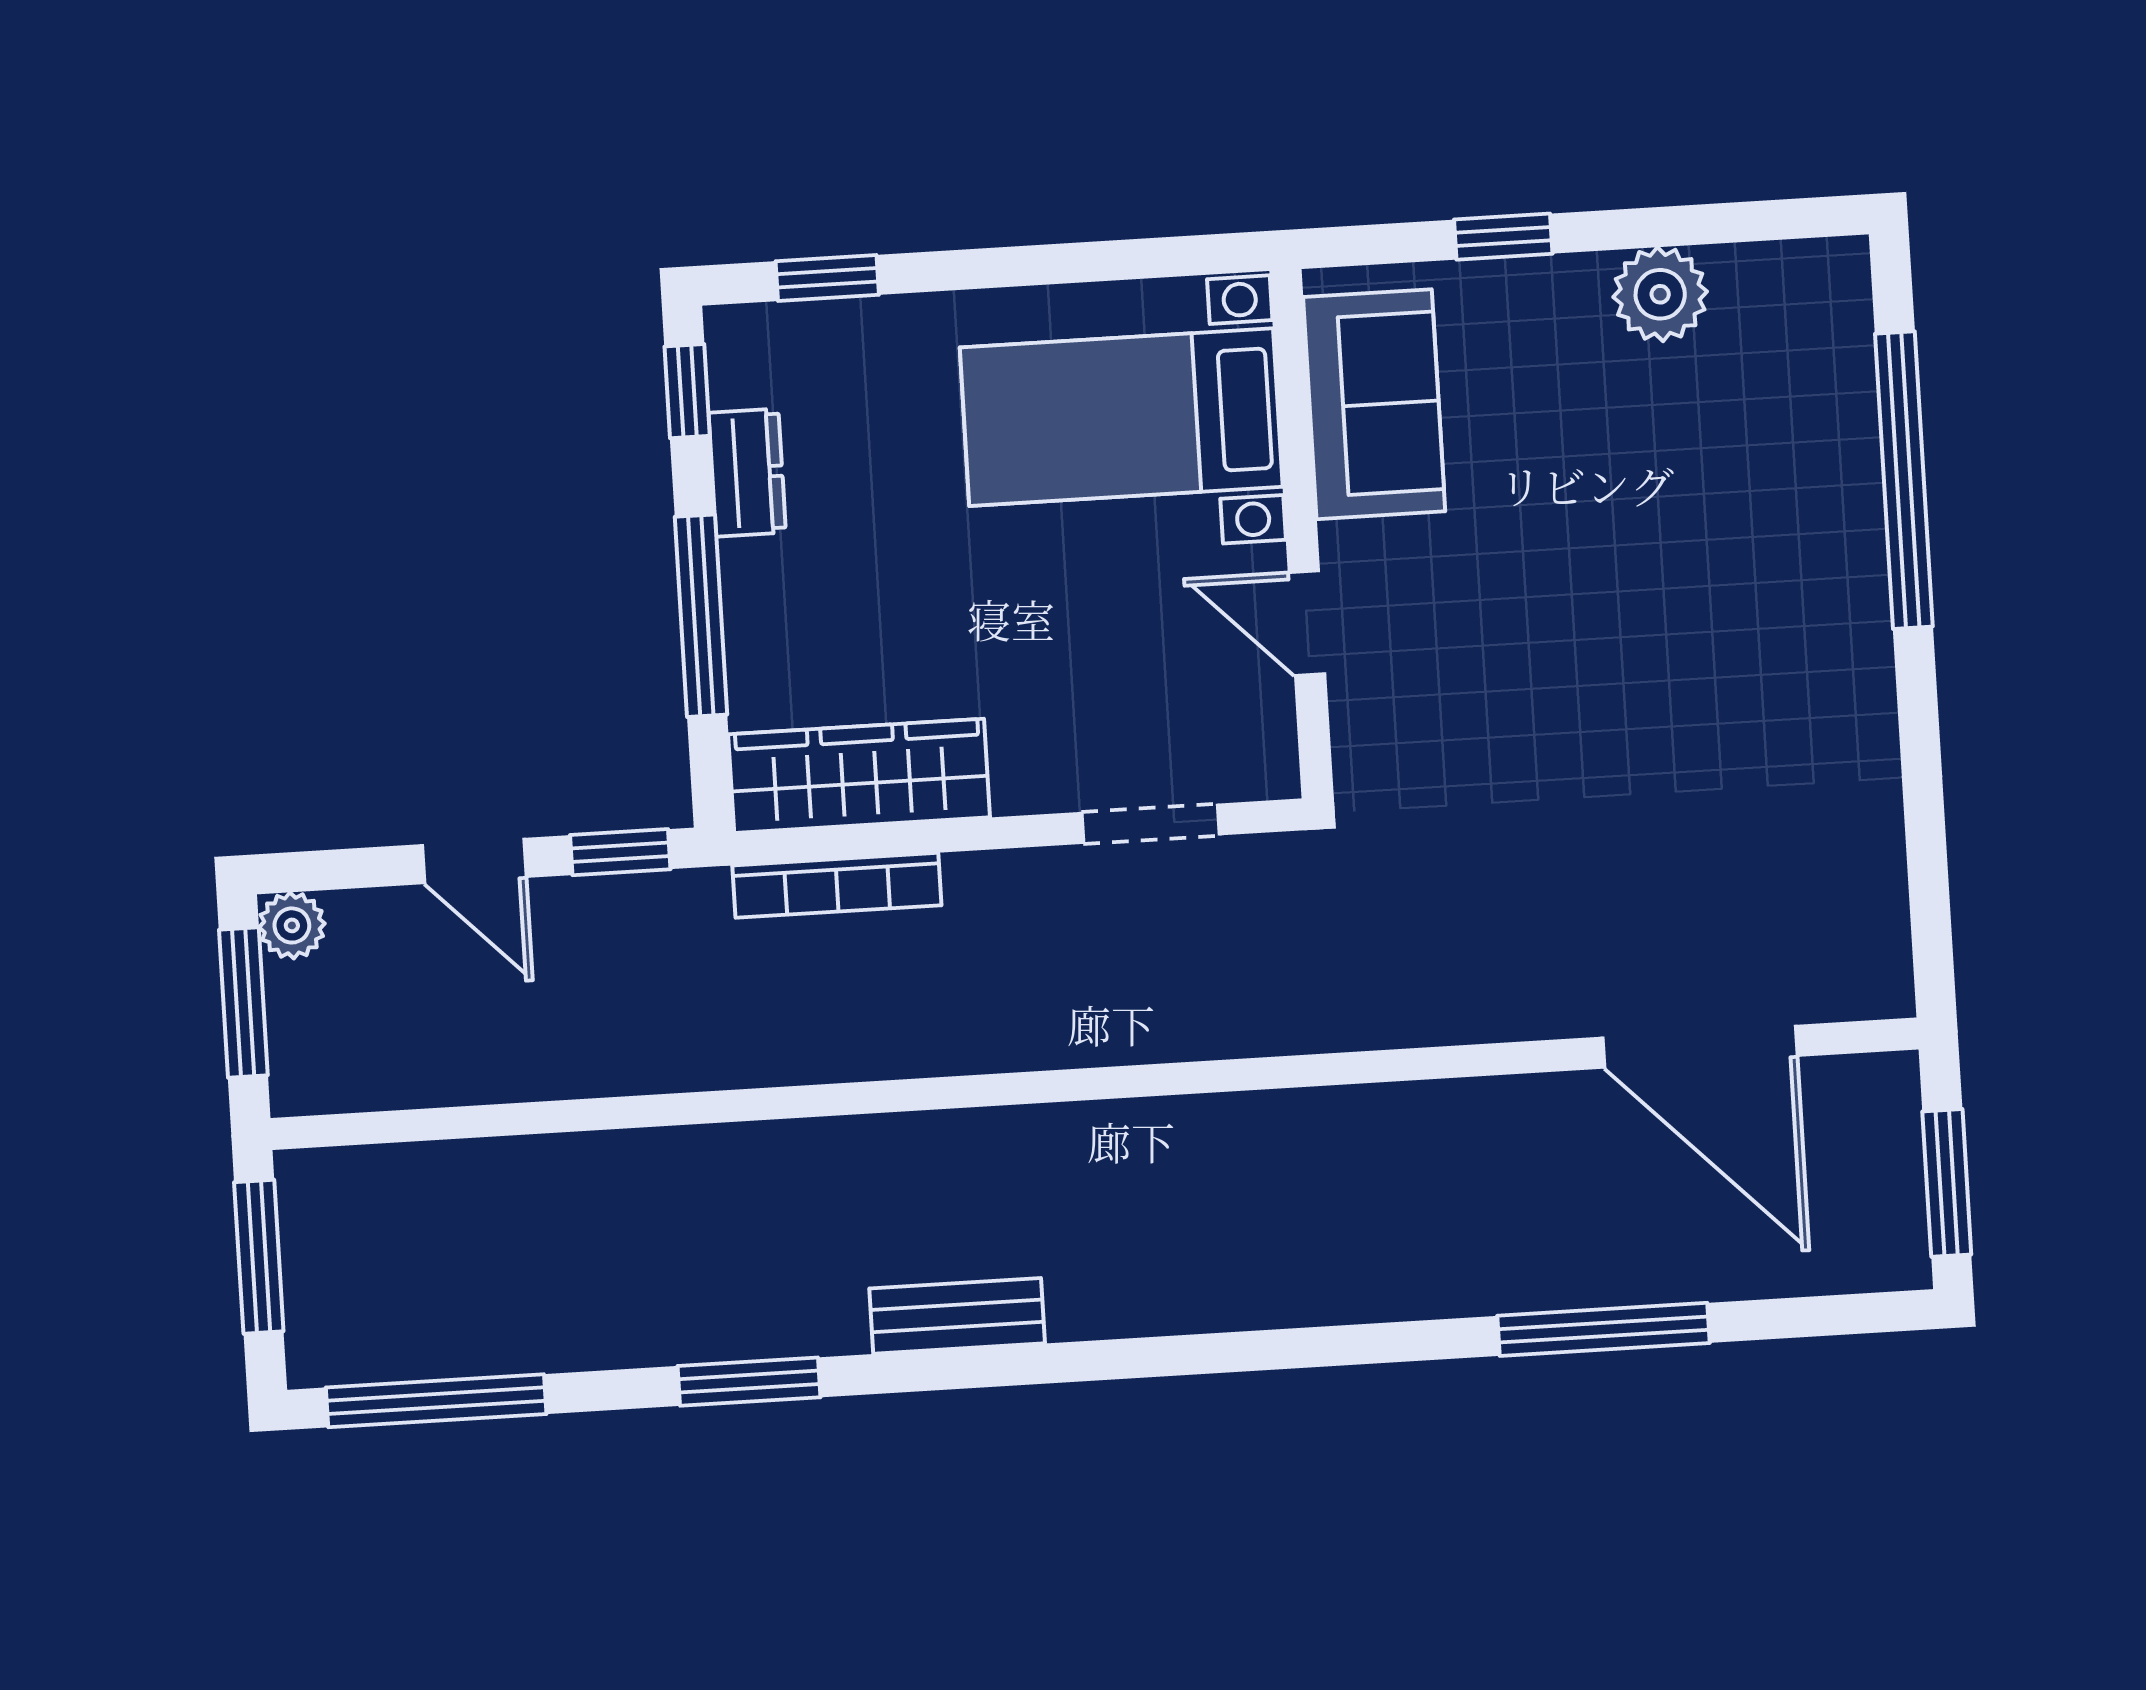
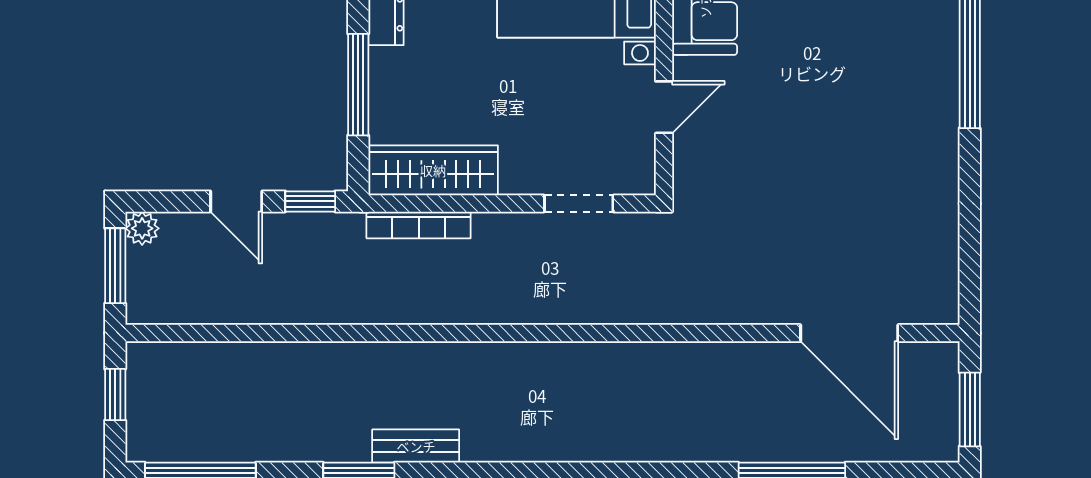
door: (1307, 623) -> (664, 107), swing flipped
window: (259, 1257) -> (115, 395), width x0.67
bench: (957, 1316) -> (416, 446), moved

